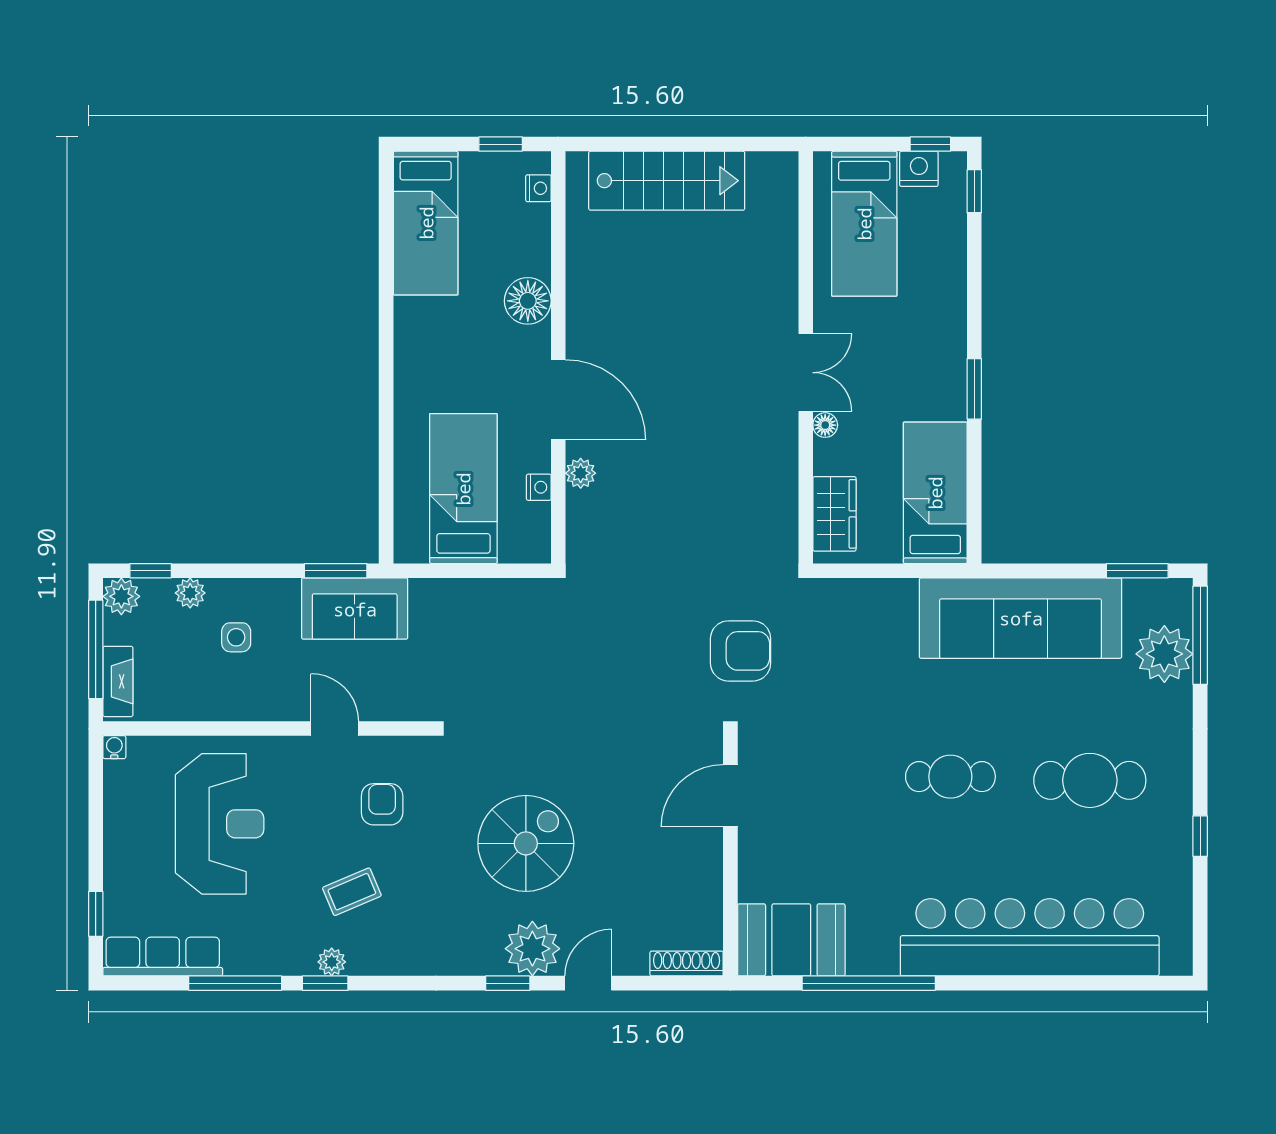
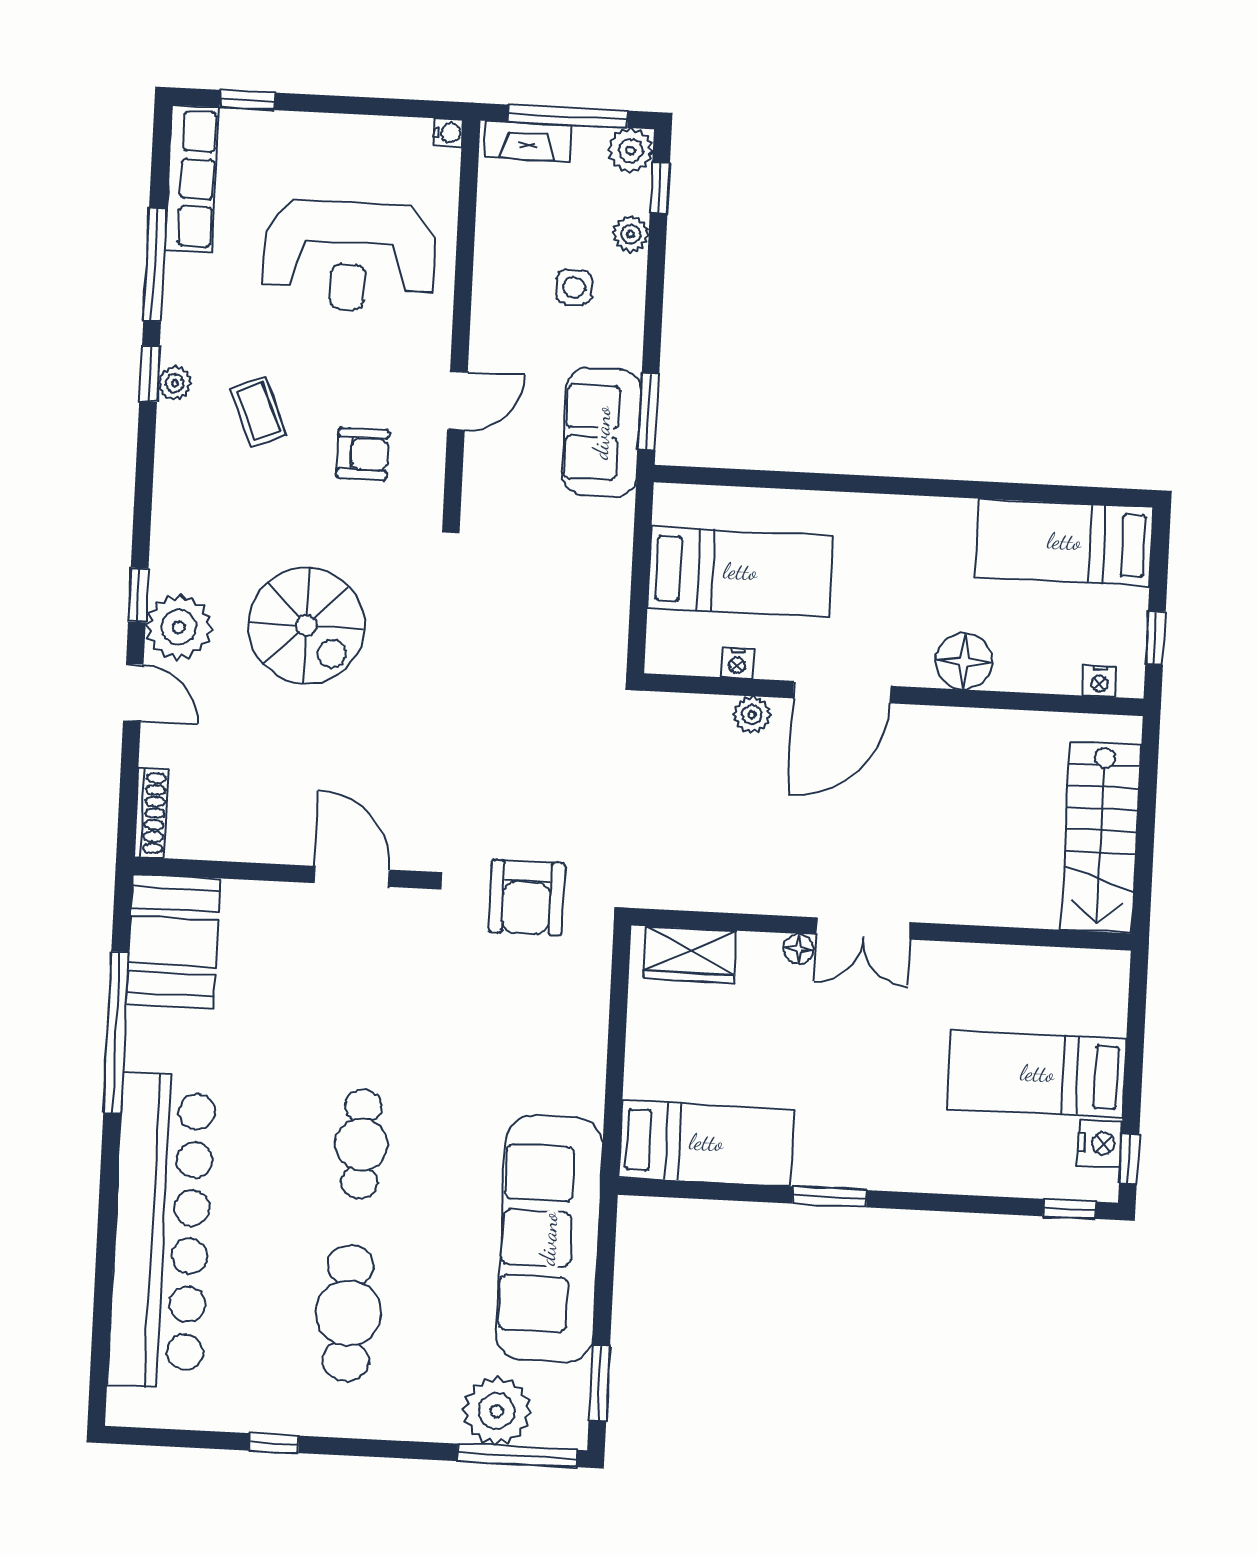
wall: (806, 357) -> (882, 929), moved
double door: (806, 373) -> (863, 928), moved
floor lamp: (825, 425) -> (798, 949), moved
wardrobe: (834, 514) -> (690, 955), moved

